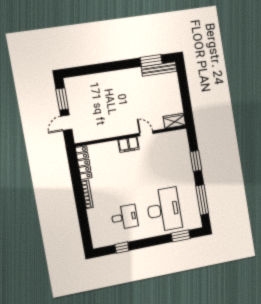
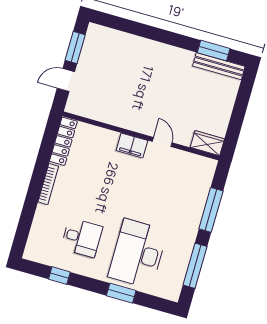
window: (196, 161) -> (211, 210), width x1.44
desk: (164, 210) -> (138, 254), turned 180
window: (181, 236) -> (121, 293), moved

